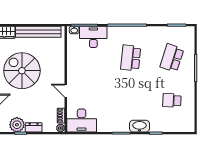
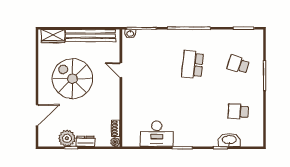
desk: (93, 37) -> (151, 41), removed
school desk: (172, 58) -> (238, 64), width x0.54
door: (66, 91) -> (121, 70), moved
desk: (82, 121) -> (157, 134), moved
washbasin: (139, 126) -> (229, 140), moved

